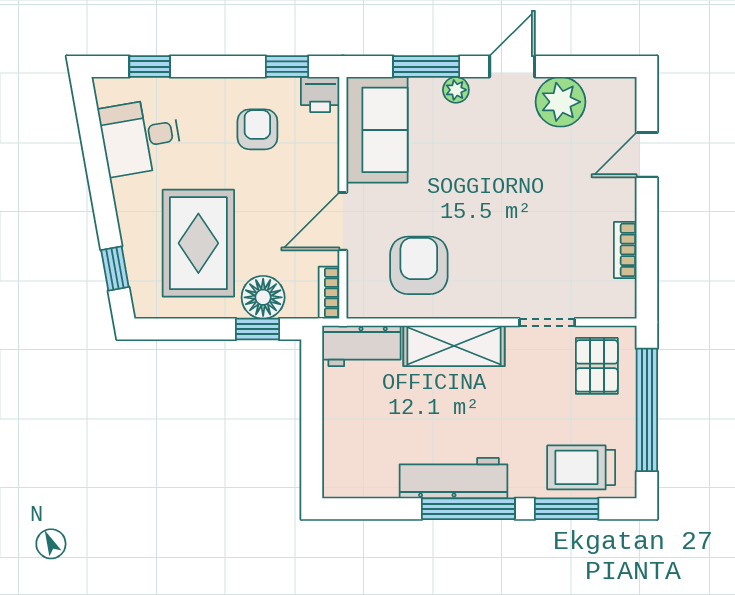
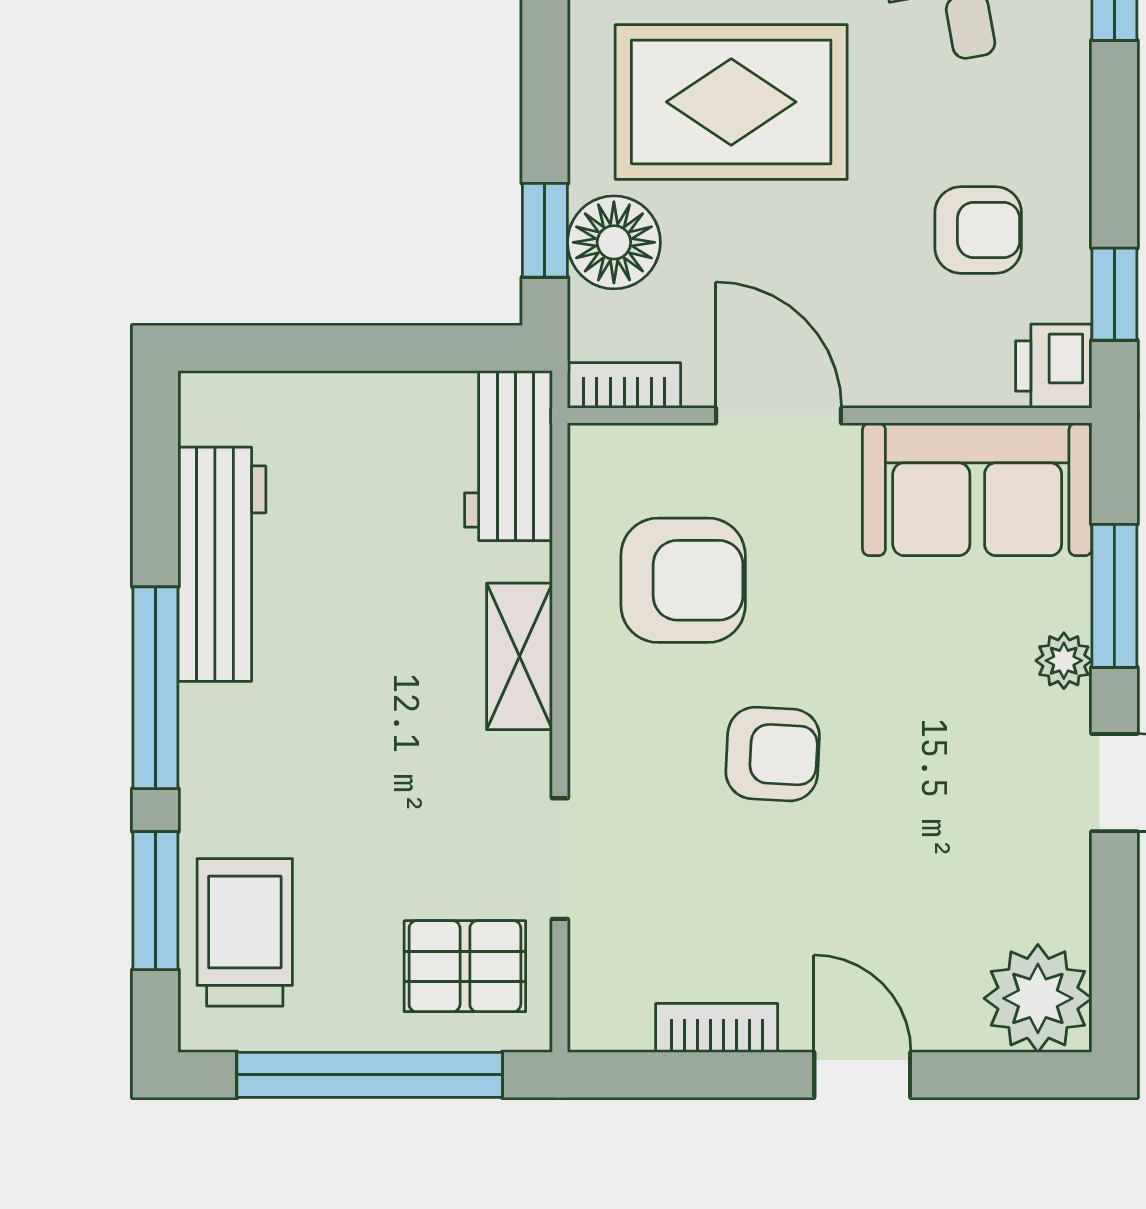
plant: (561, 102) -> (1038, 998), moved
door: (647, 155) -> (862, 1075), moved
armchair: (499, 224) -> (773, 754), added
shelving: (454, 346) -> (519, 656), width x0.67, depth x0.75
workbench: (453, 478) -> (222, 564), moved

